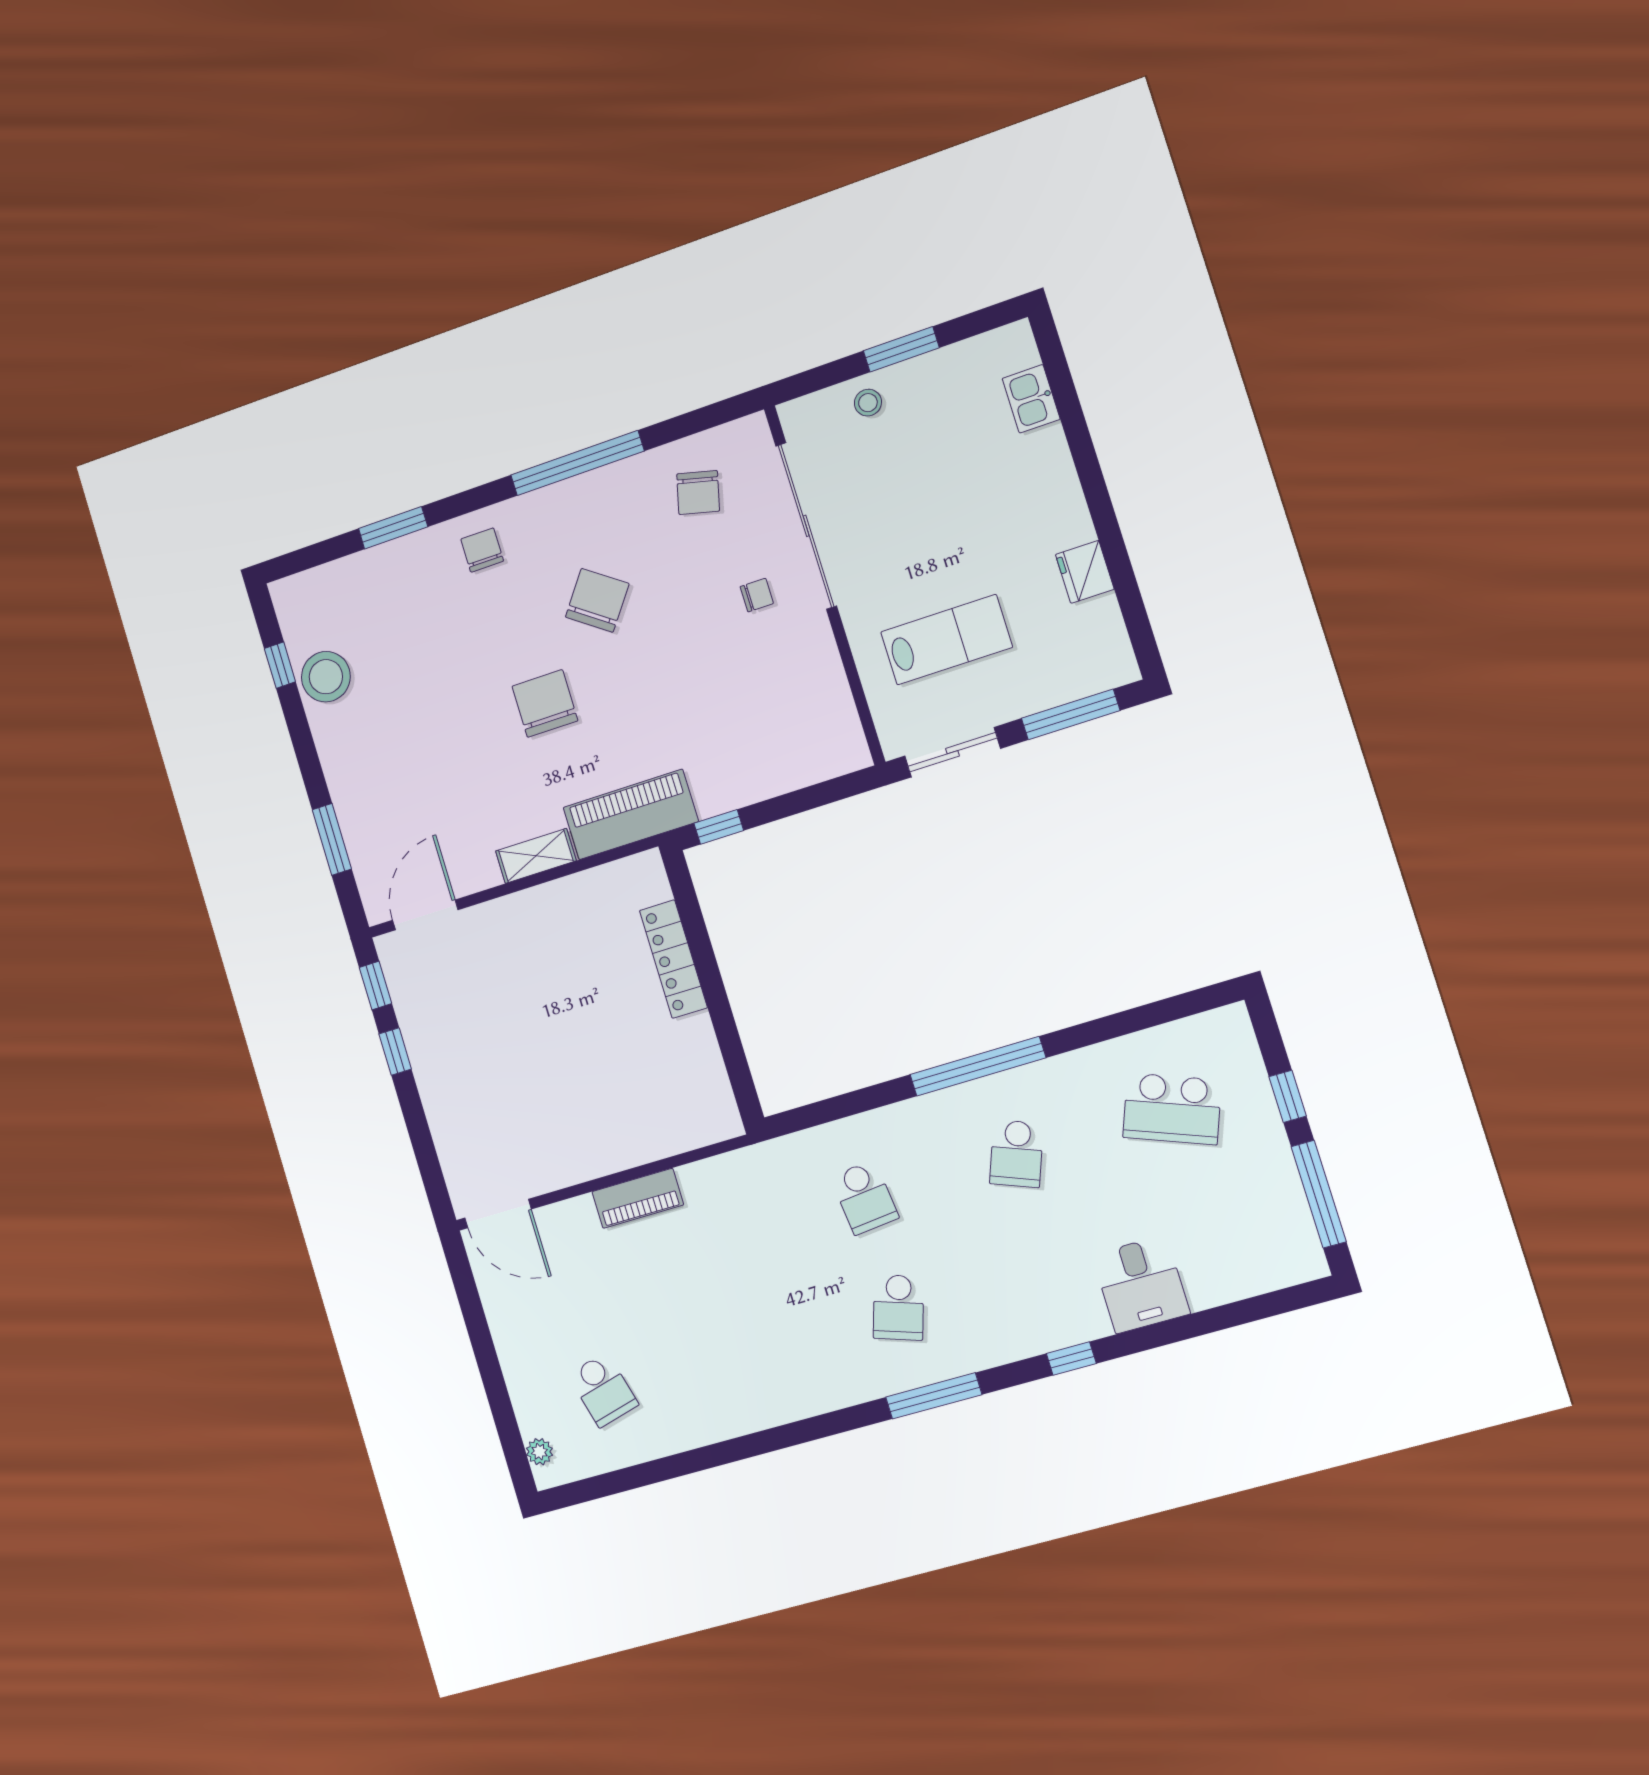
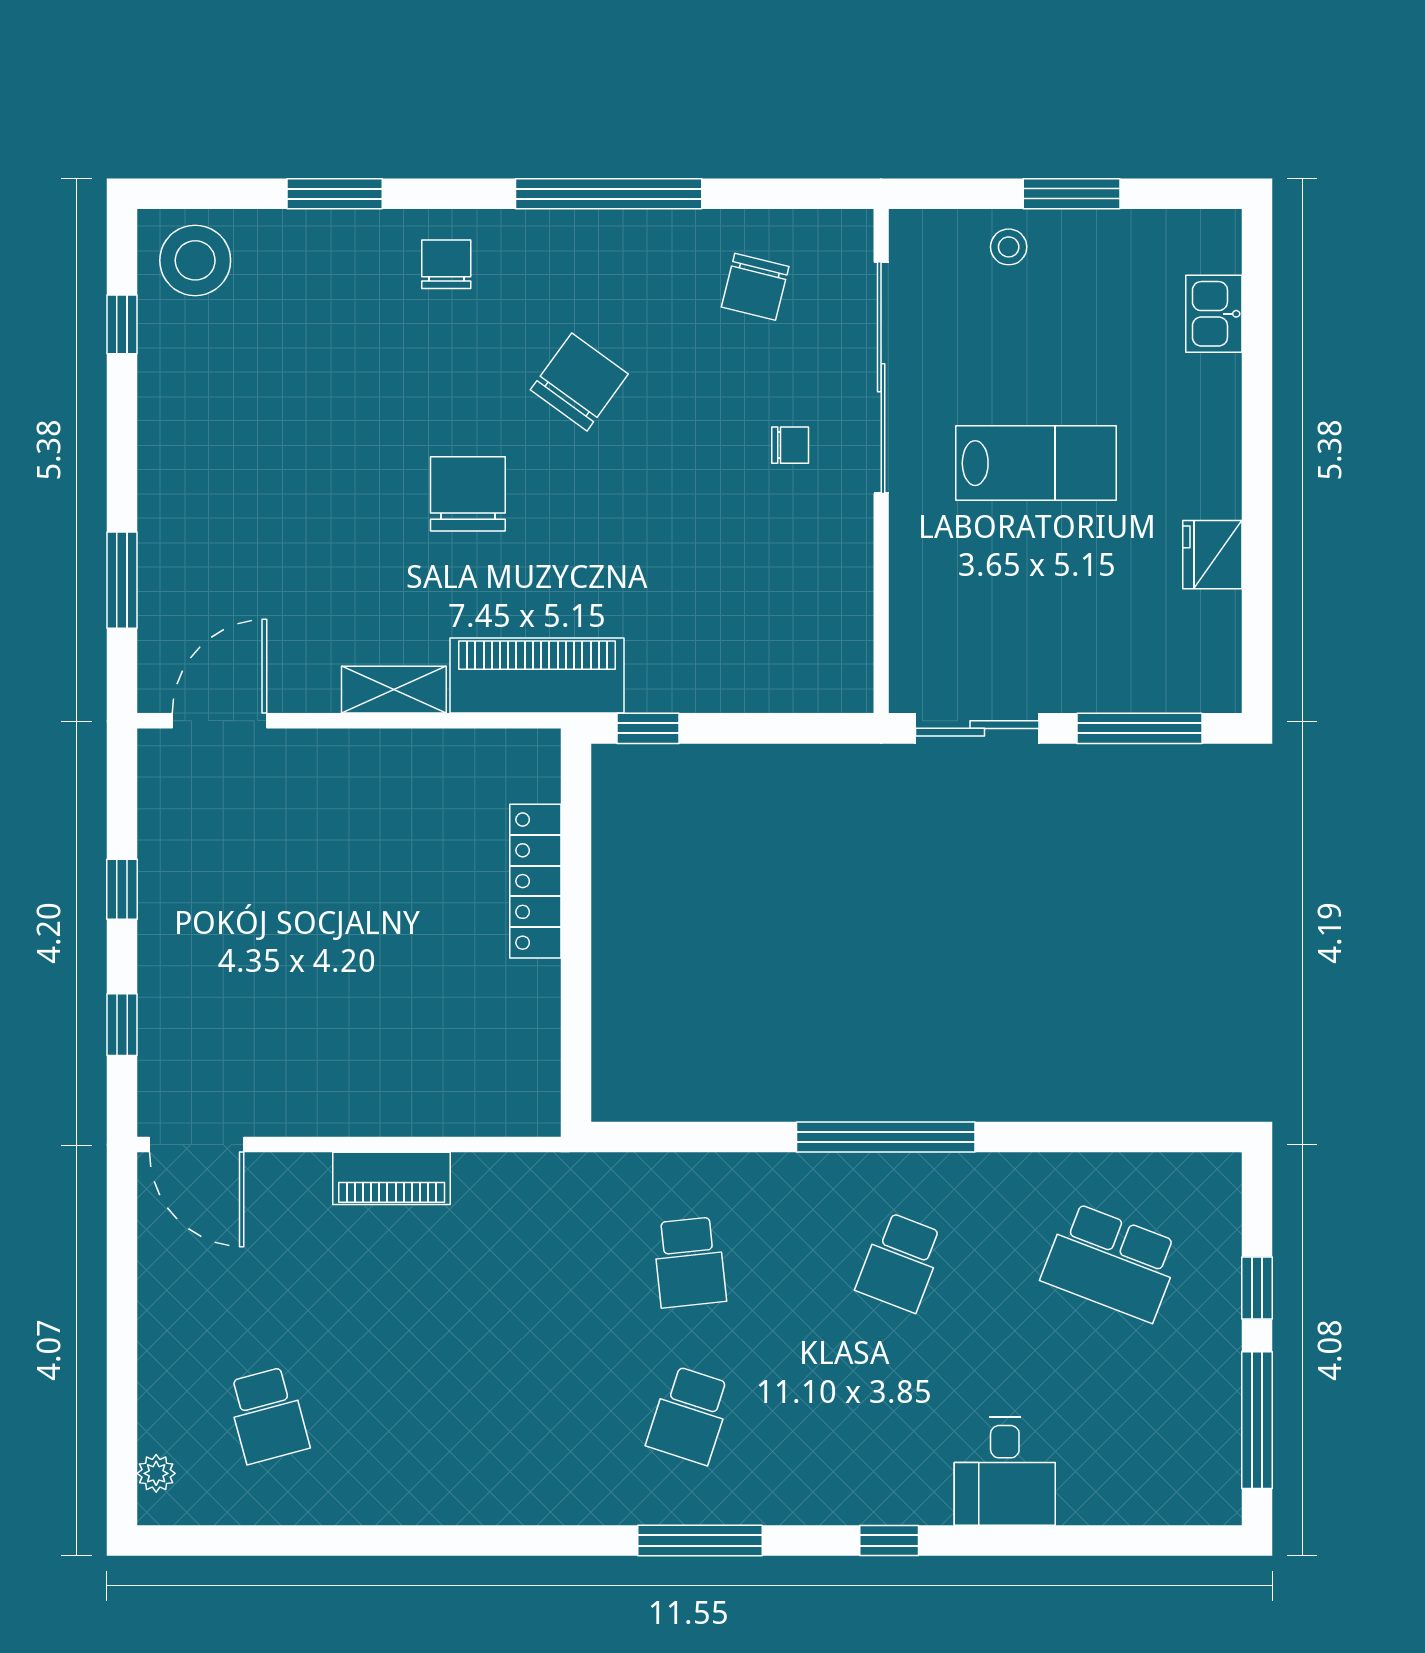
lab bench: (946, 640) -> (1036, 463), moved
stool: (326, 677) -> (195, 260), moved
window: (375, 985) -> (122, 1025), moved

